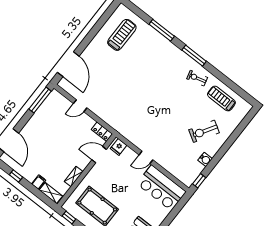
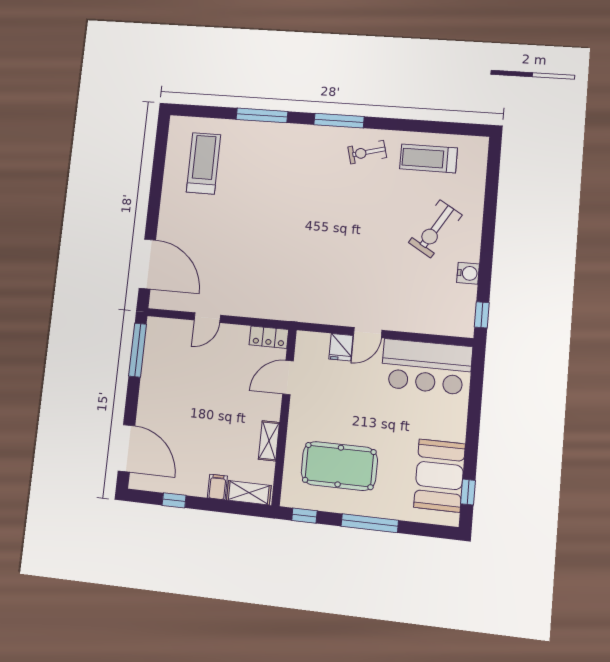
fridge: (119, 147) -> (341, 347), moved

